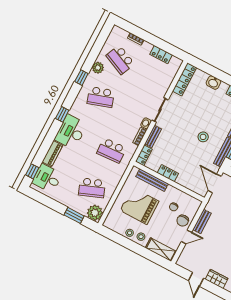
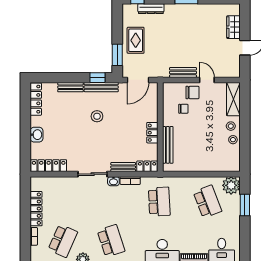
locker: (161, 55) -> (36, 209), width x1.53
grand piano: (139, 206) -> (201, 144), removed

